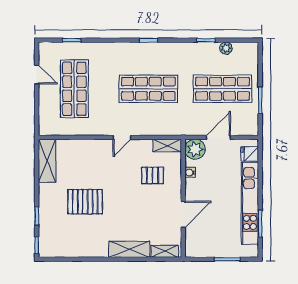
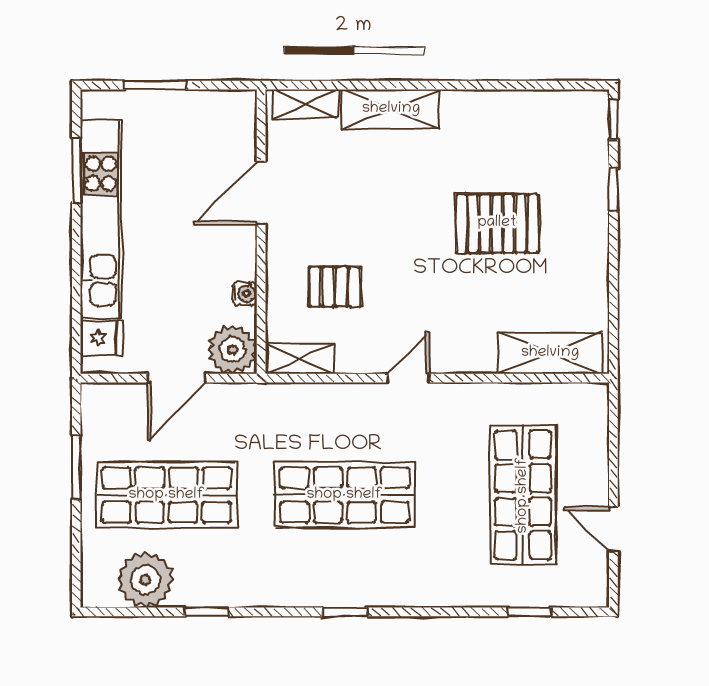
plant: (226, 48) -> (145, 580), width x1.88, depth x1.88
shelving: (47, 161) -> (550, 353), moved, turned 90

